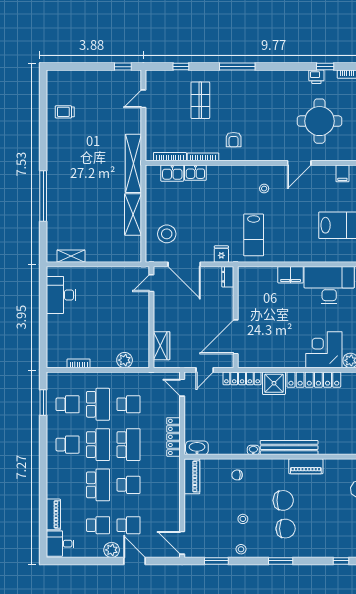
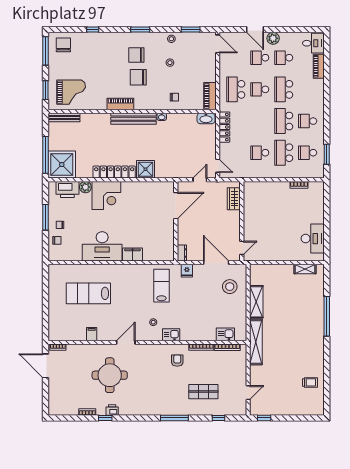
shop shelf: (200, 100) -> (203, 392), turned 90
kitchen sink: (195, 173) -> (171, 335), moved
plant: (125, 360) -> (263, 187), removed
locker: (242, 378) -> (171, 173), removed
school desk: (129, 445) -> (236, 89), moved

